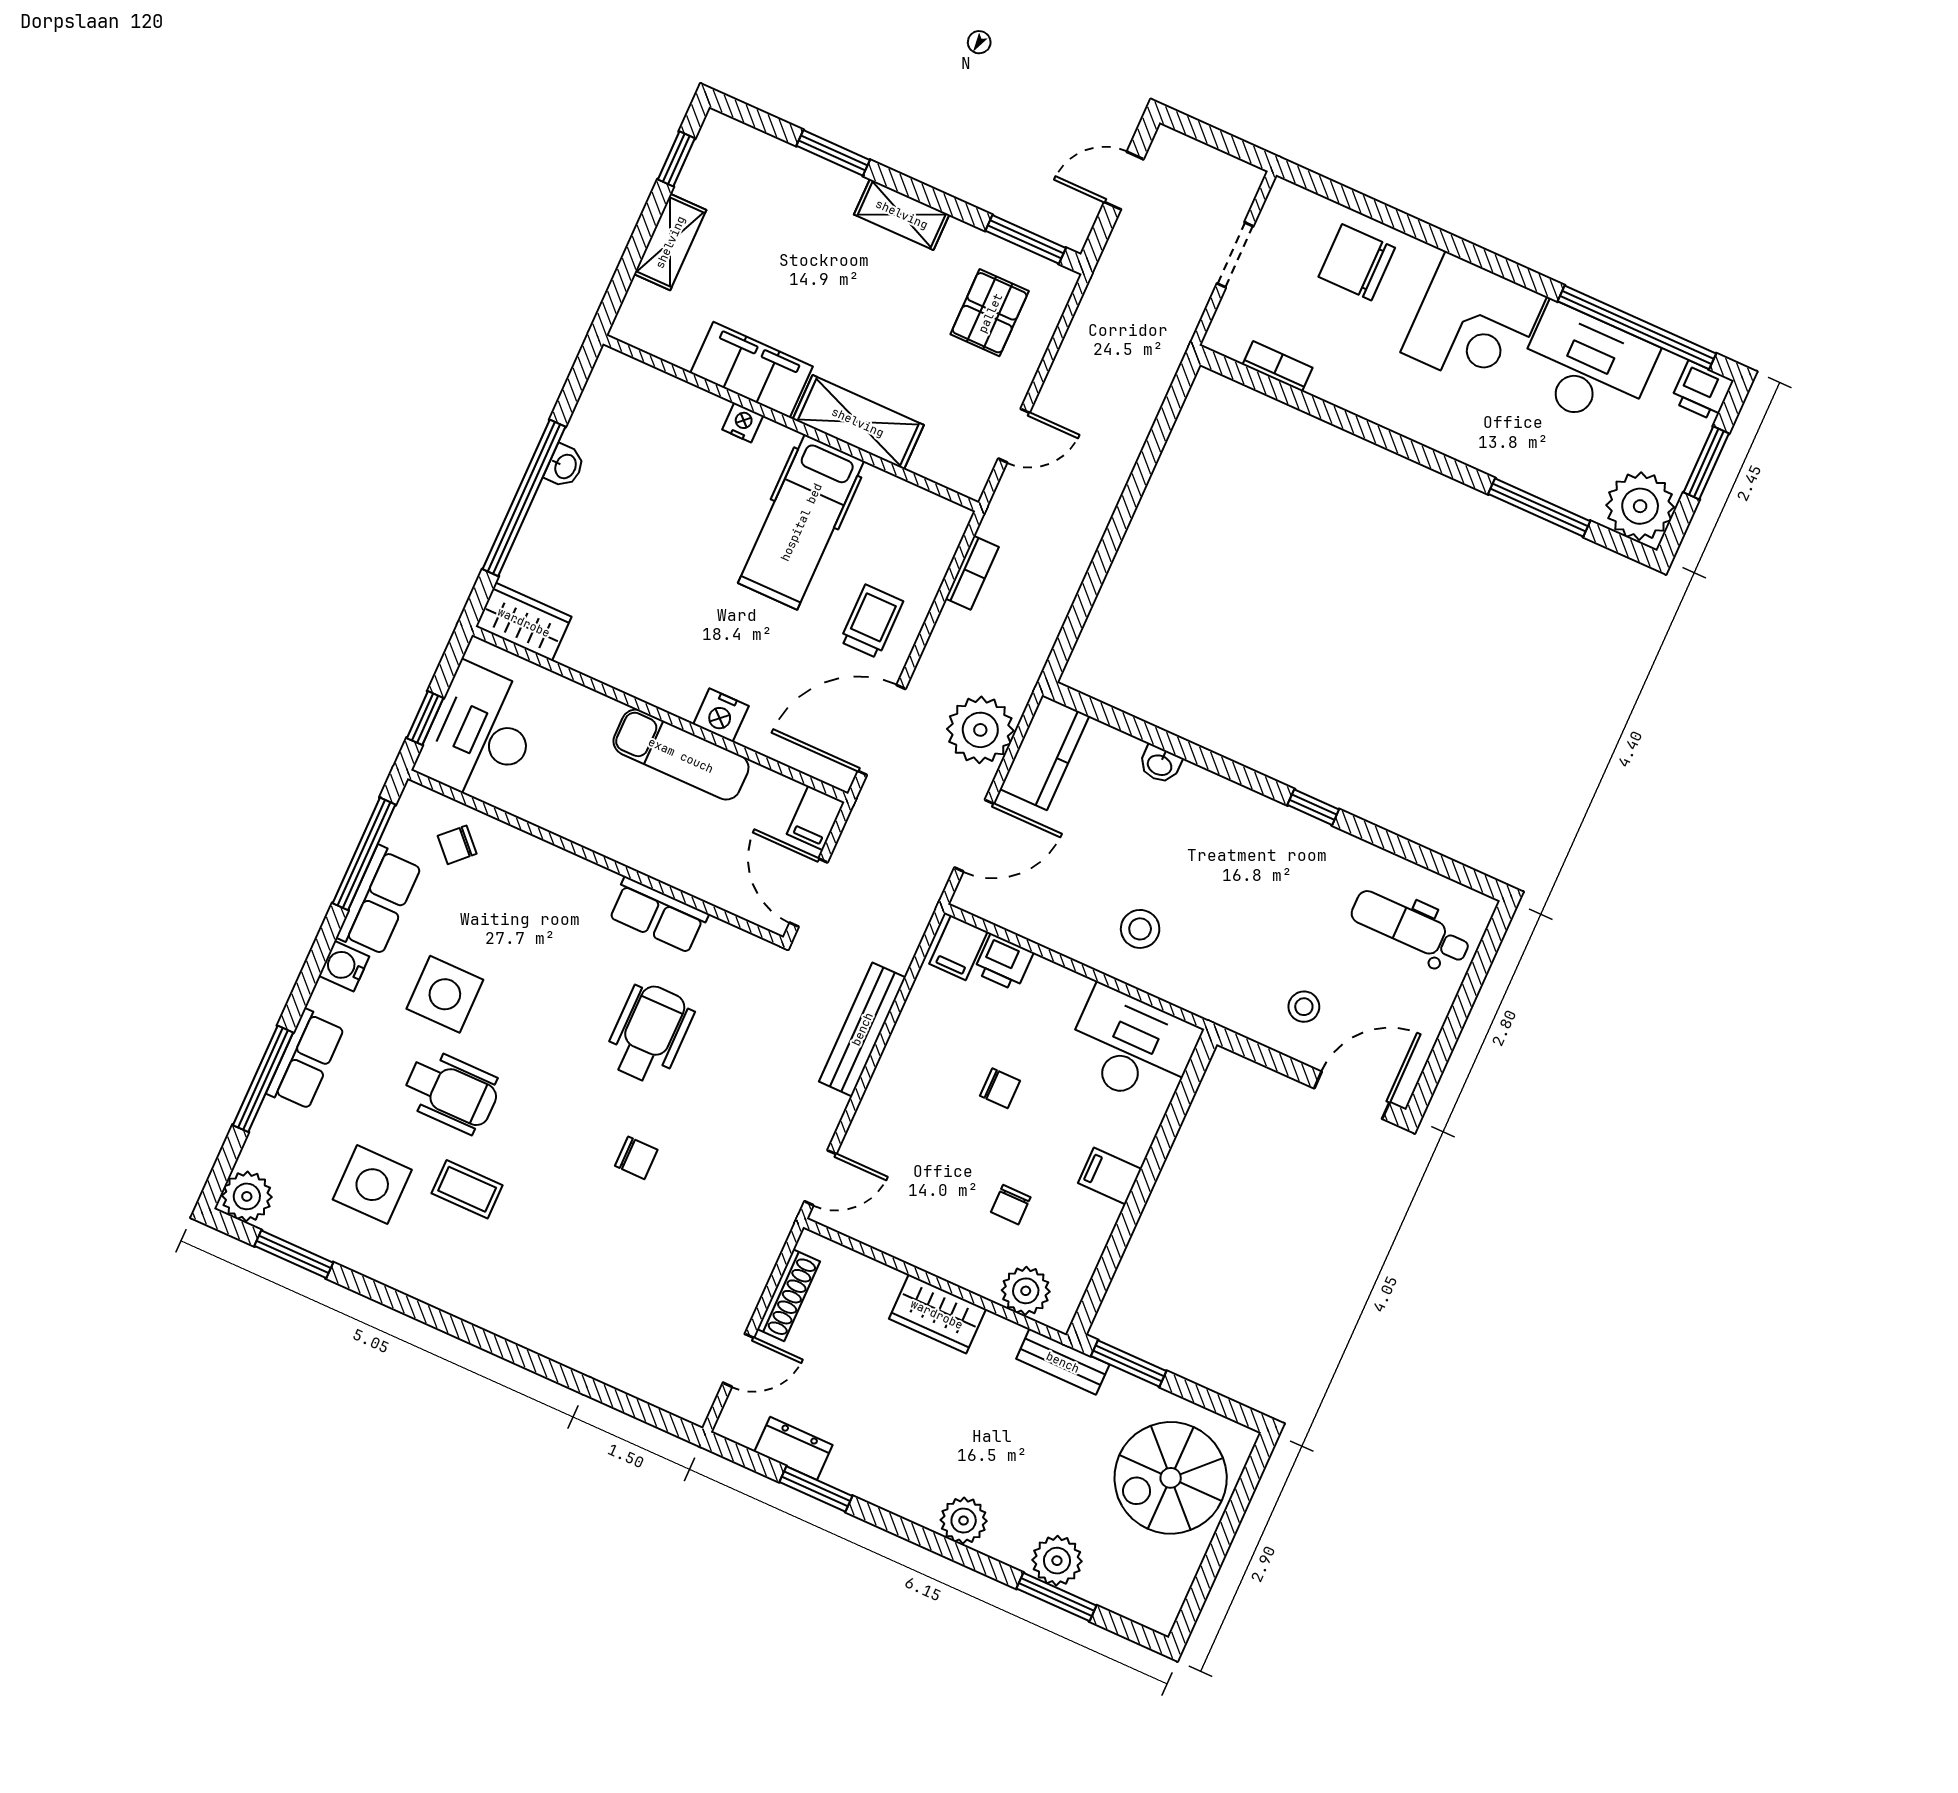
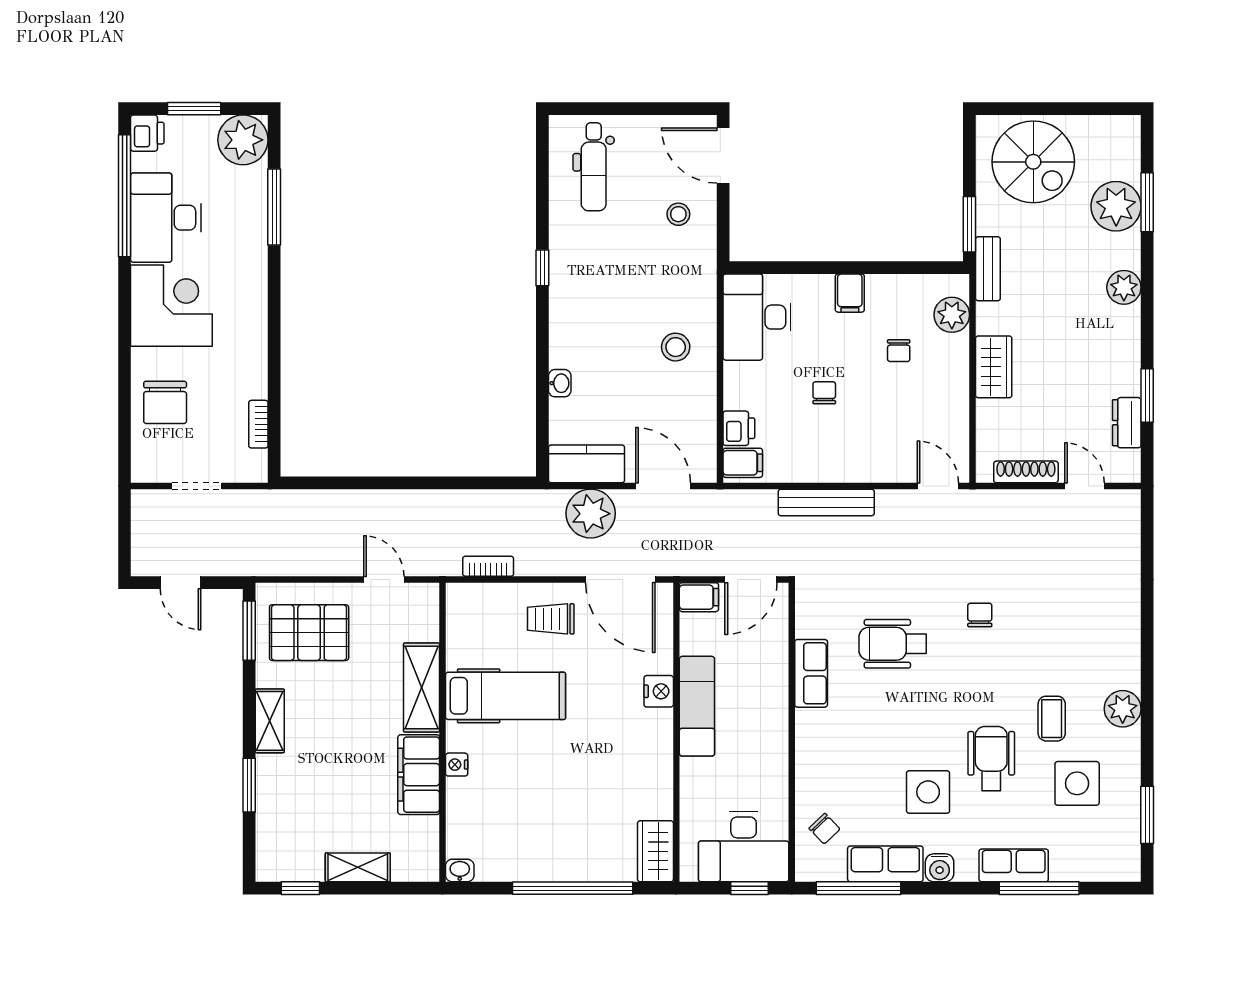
pallet: (990, 313) -> (309, 633), width x1.50, depth x1.42
washbasin: (565, 466) -> (460, 871), moved
plant: (247, 1196) -> (1123, 709), moved
chair: (1011, 1205) -> (899, 351), turned 90
plant: (1057, 1561) -> (1116, 206), width x1.36, depth x1.36

